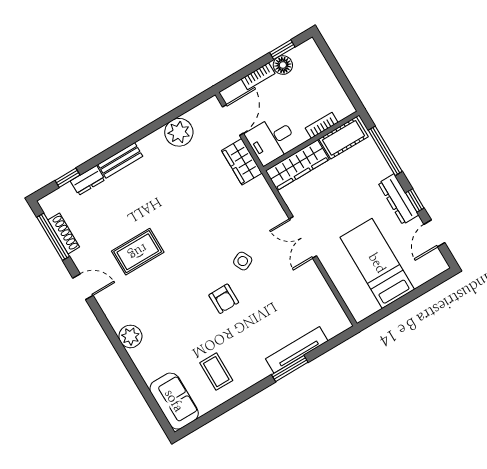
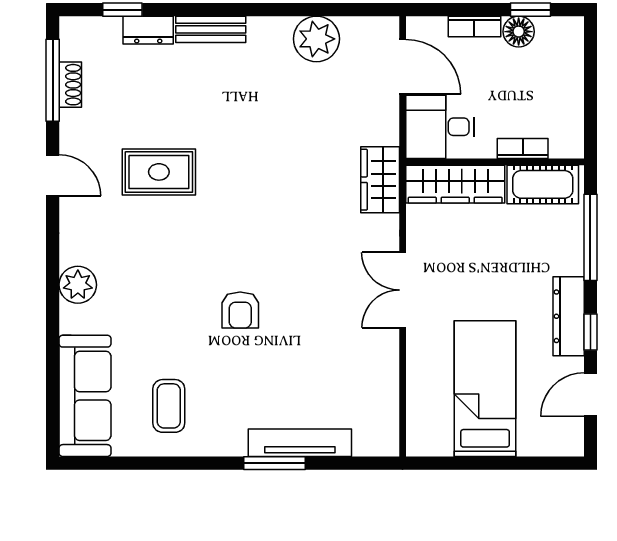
door: (233, 120) -> (403, 67), hinge flipped
wardrobe: (242, 162) -> (380, 180), moved
shoe rack: (64, 234) -> (70, 85), width x0.70
side table: (243, 261) -> (298, 273), removed
sofa: (174, 401) -> (85, 396), width x1.36

